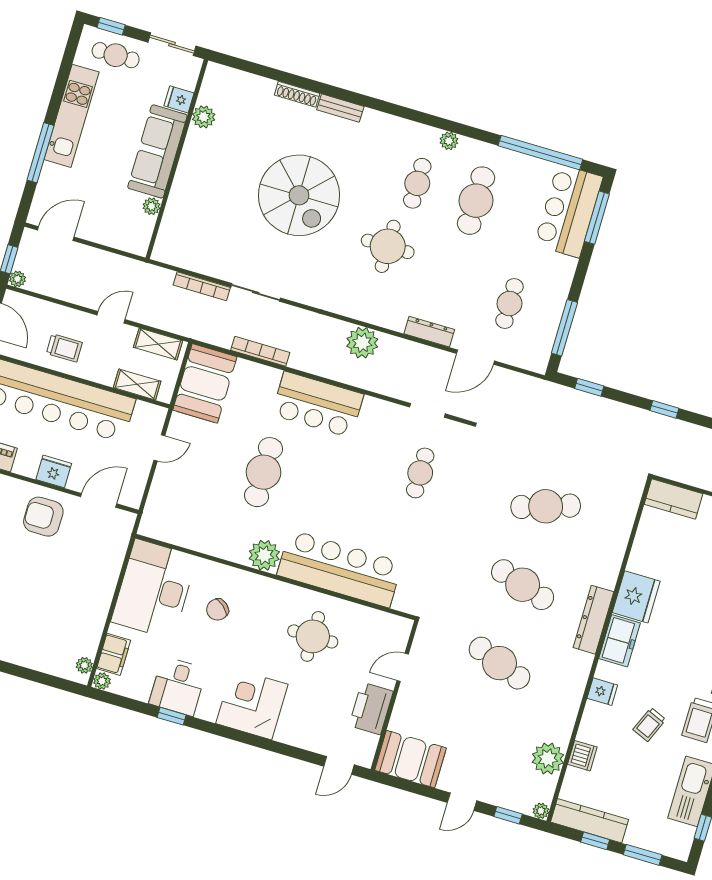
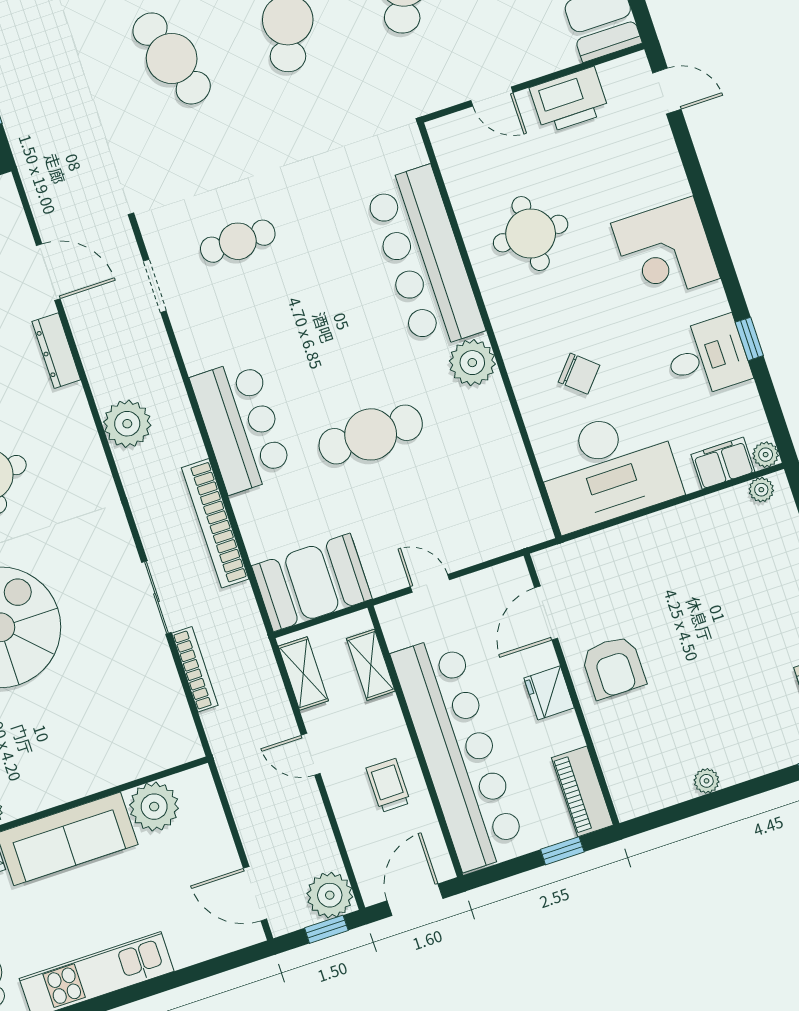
window: (40, 153) -> (169, 982), removed
plant: (152, 206) -> (154, 807), width x1.88, depth x1.88
plant: (17, 279) -> (330, 895), width x1.88, depth x1.88
bookcase: (260, 351) -> (215, 523), width x1.48, depth x1.31
door: (99, 500) -> (546, 613), hinge flipped

